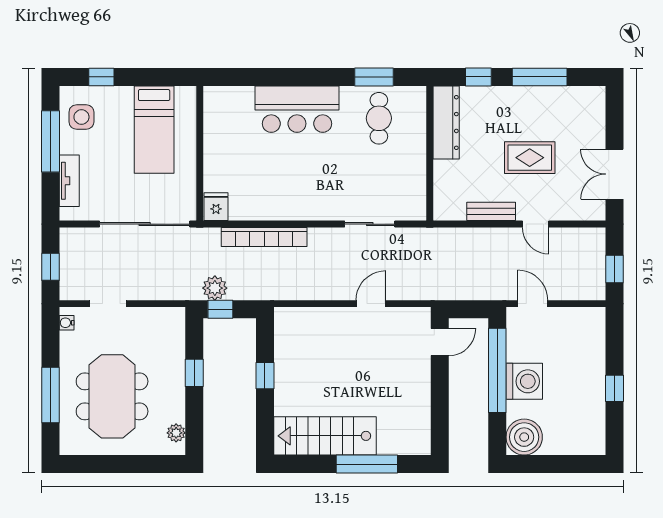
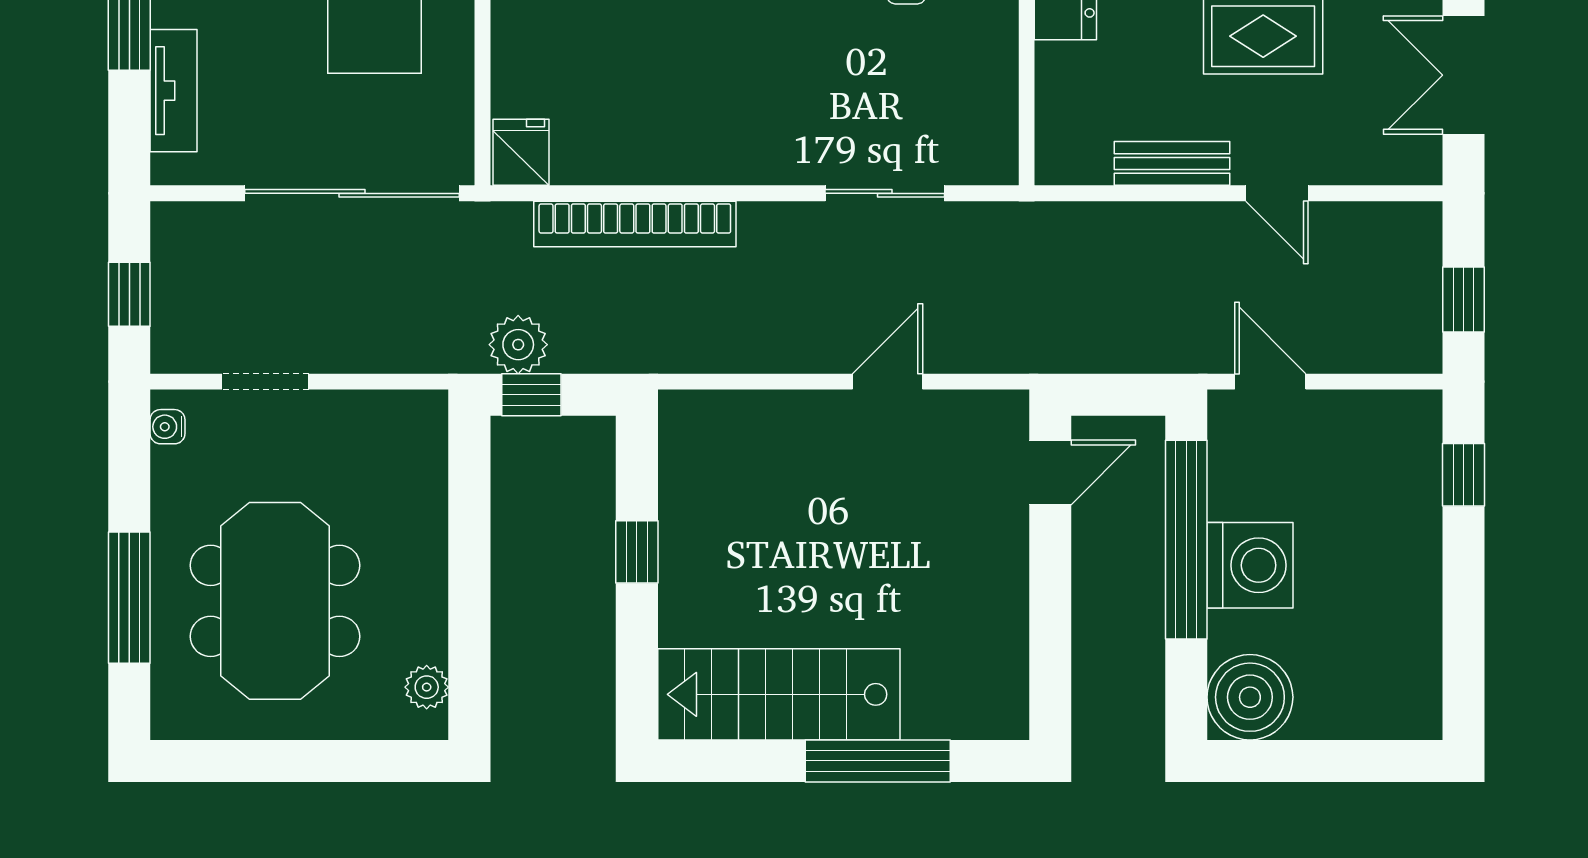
window: (194, 373) -> (469, 545), removed
window: (614, 388) -> (1464, 475), moved

